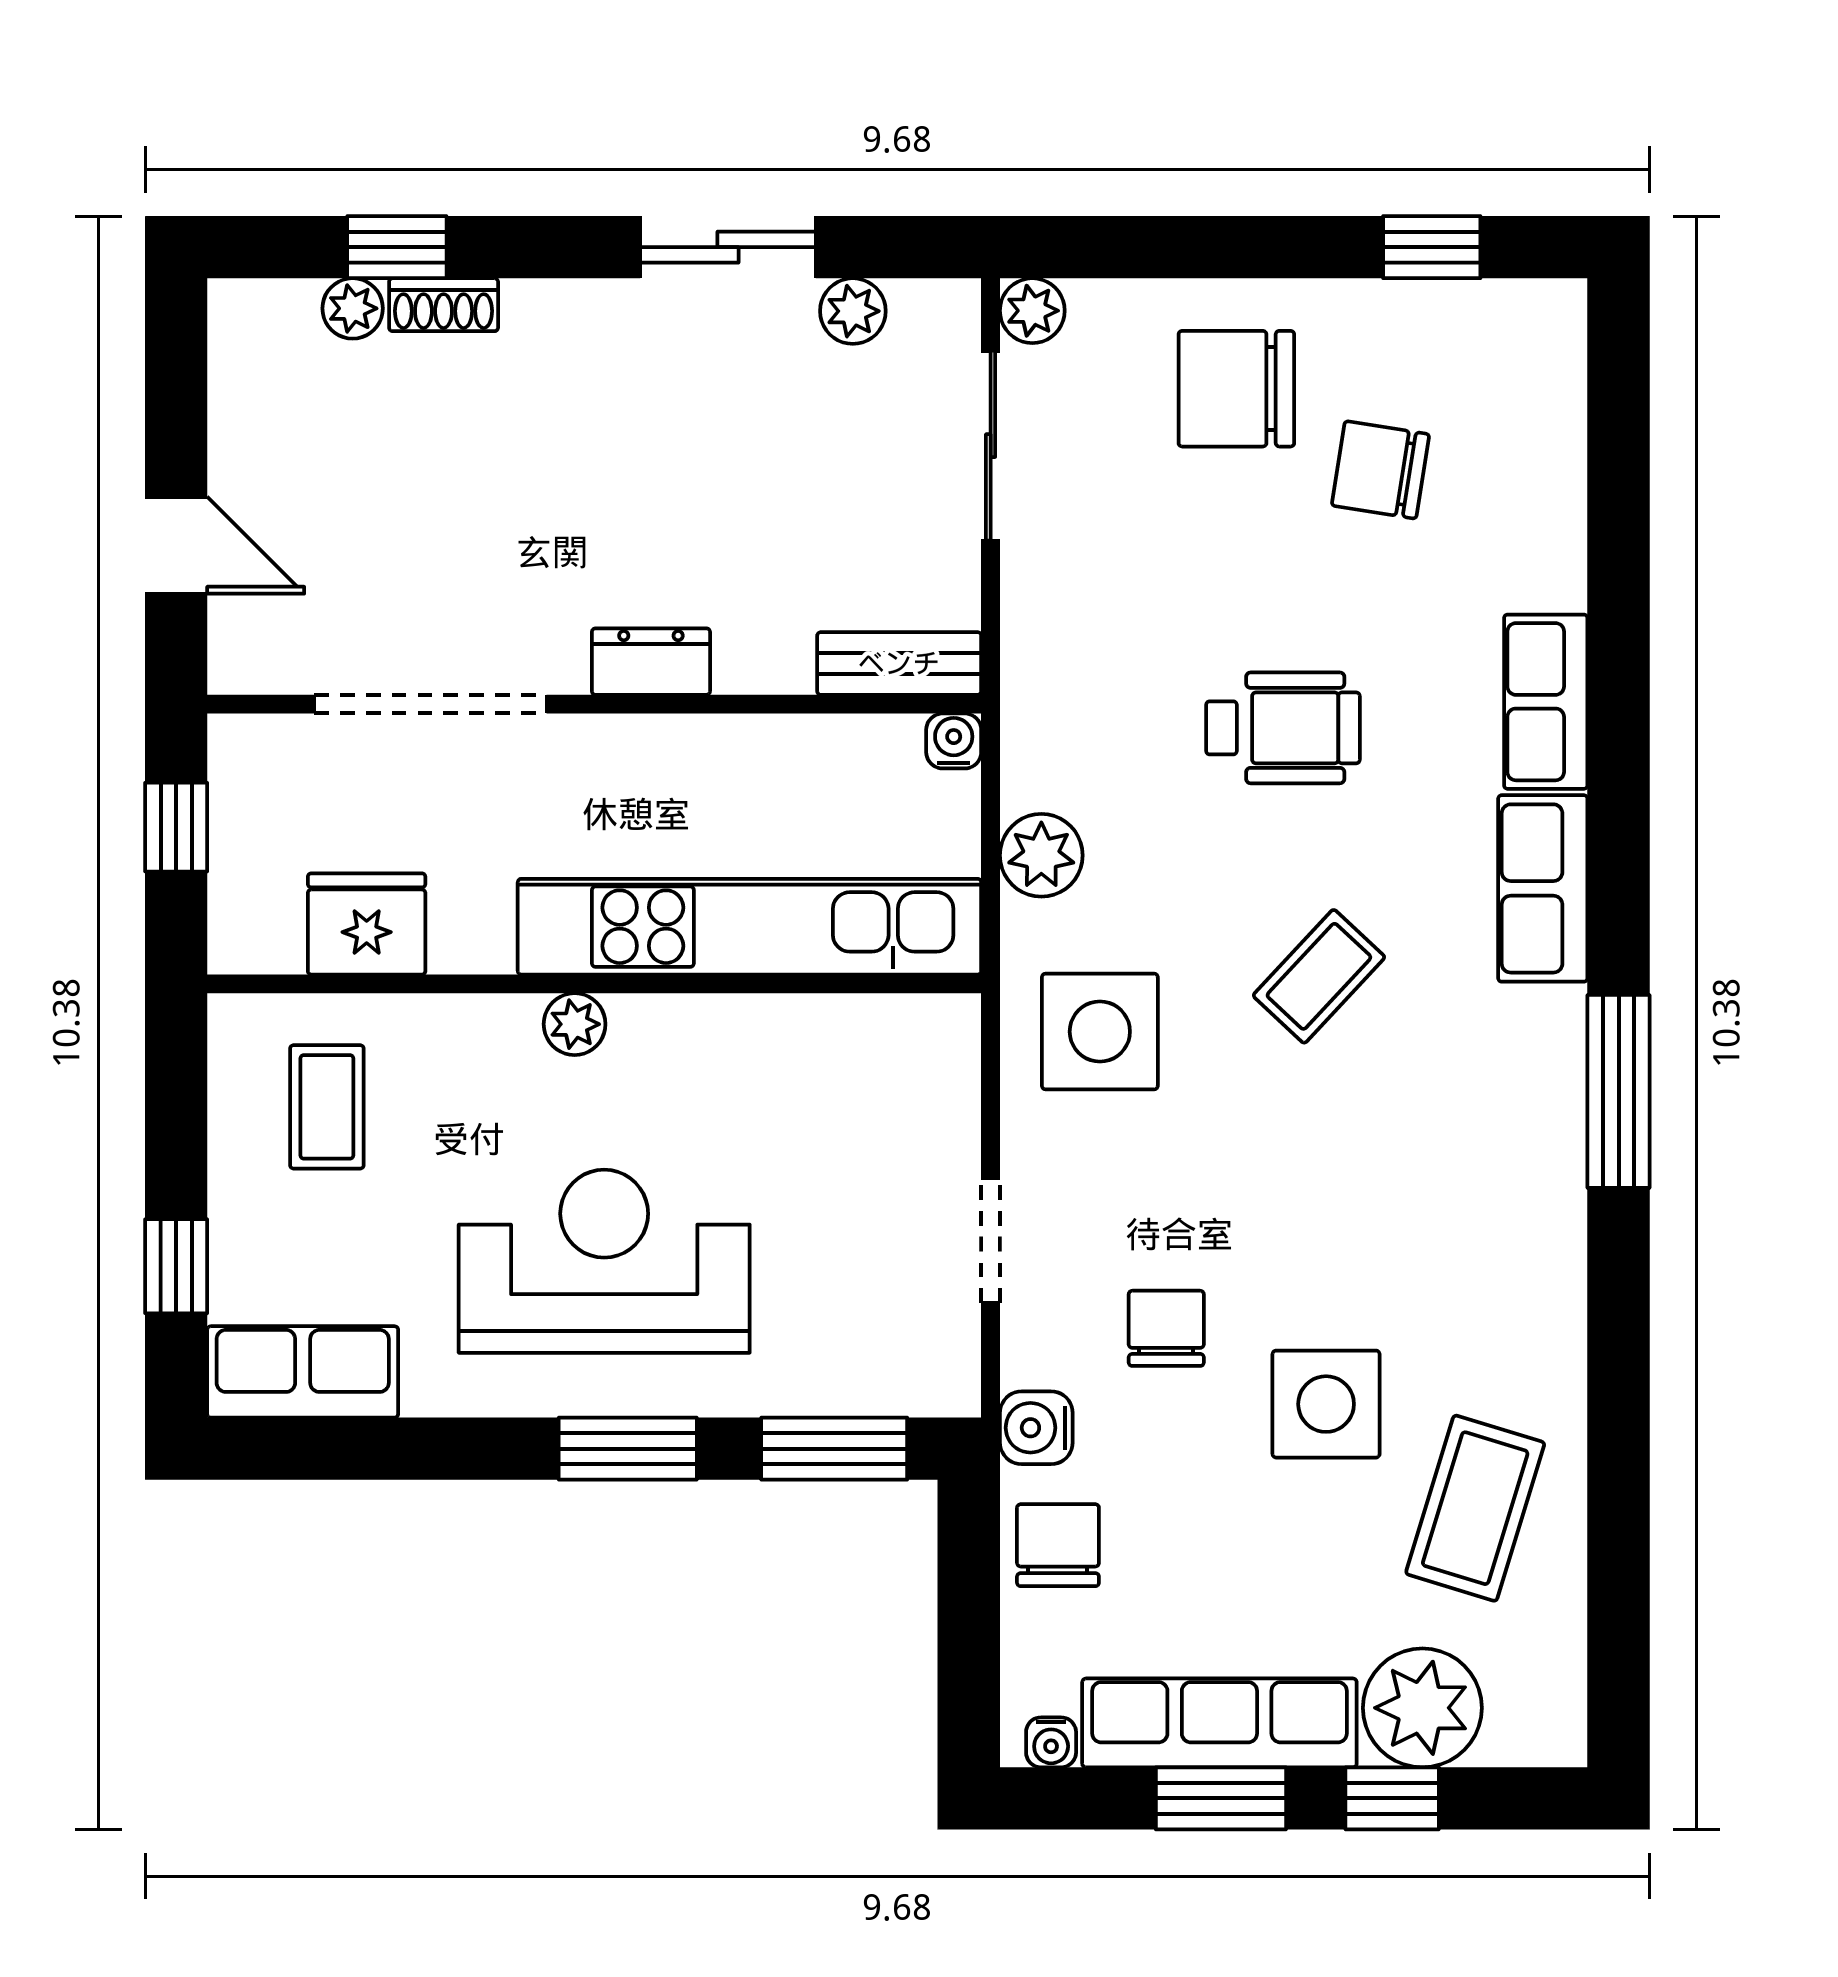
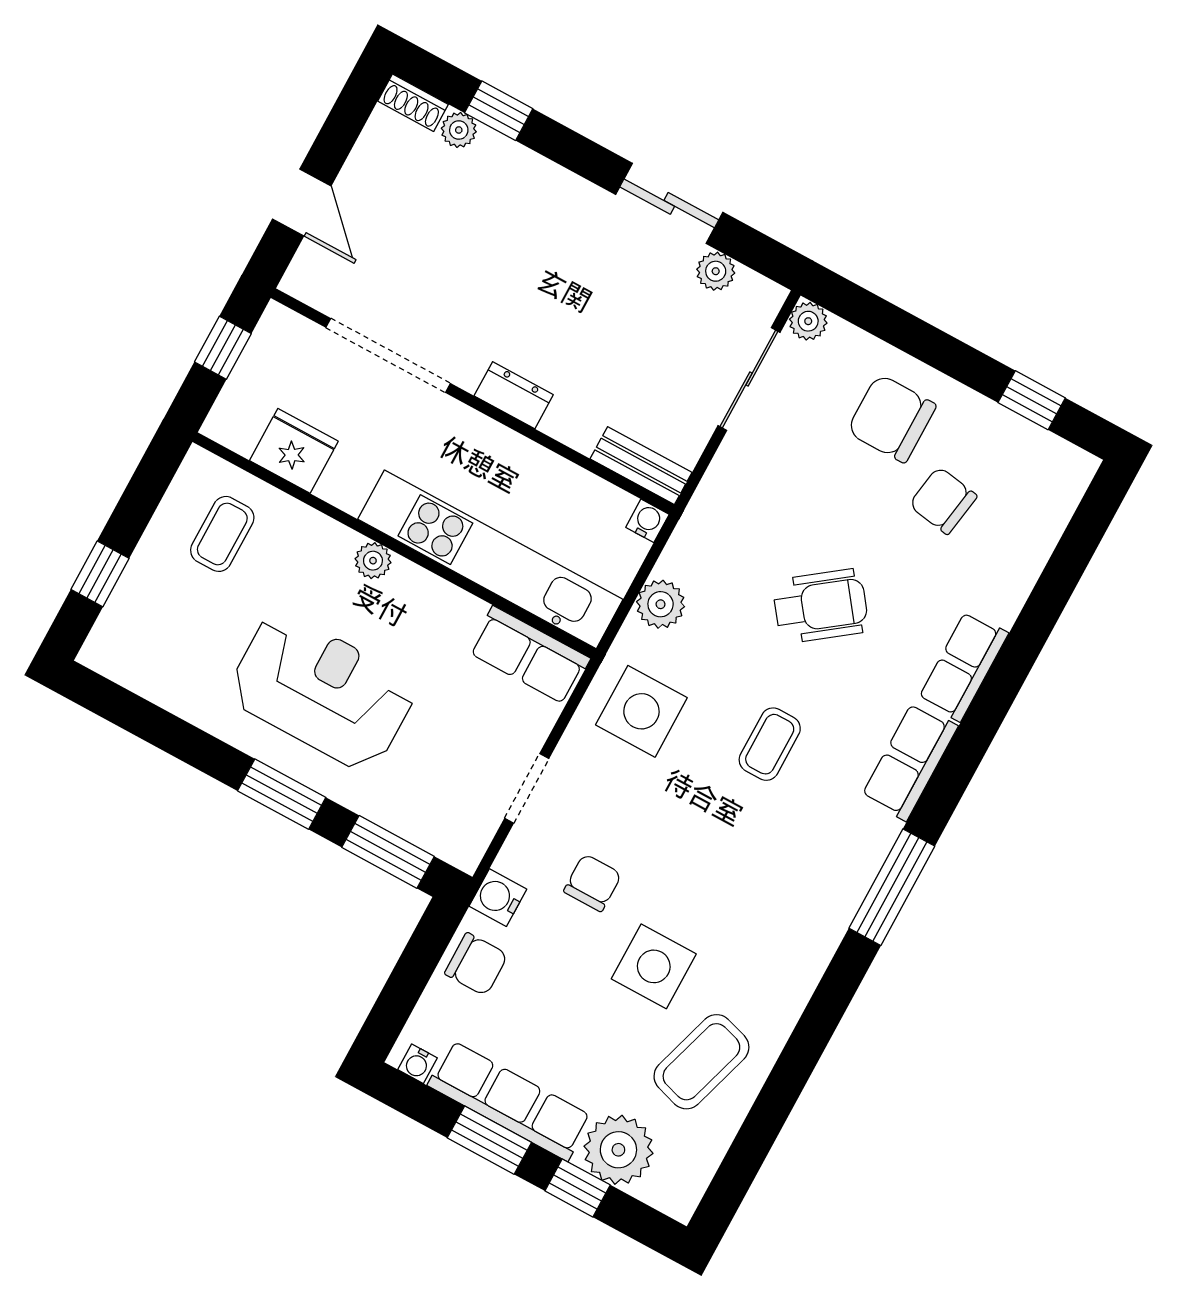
shoe rack: (444, 305) -> (413, 103), moved
wheelchair: (1283, 728) -> (821, 606), turned -37
coffee table: (1319, 976) -> (770, 744), turned -43
row of seats: (303, 1372) -> (529, 655), moved, turned 180
chair: (1058, 1545) -> (476, 964), turned 90

